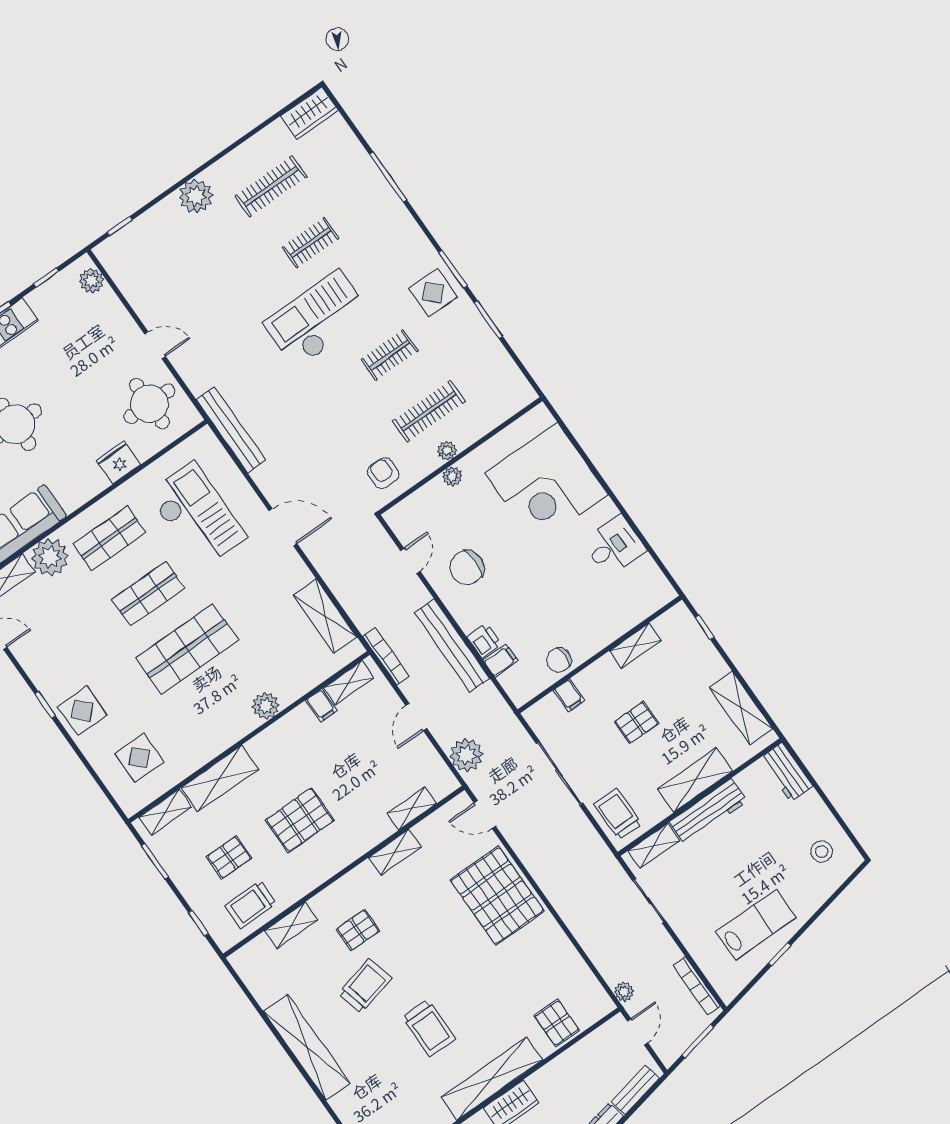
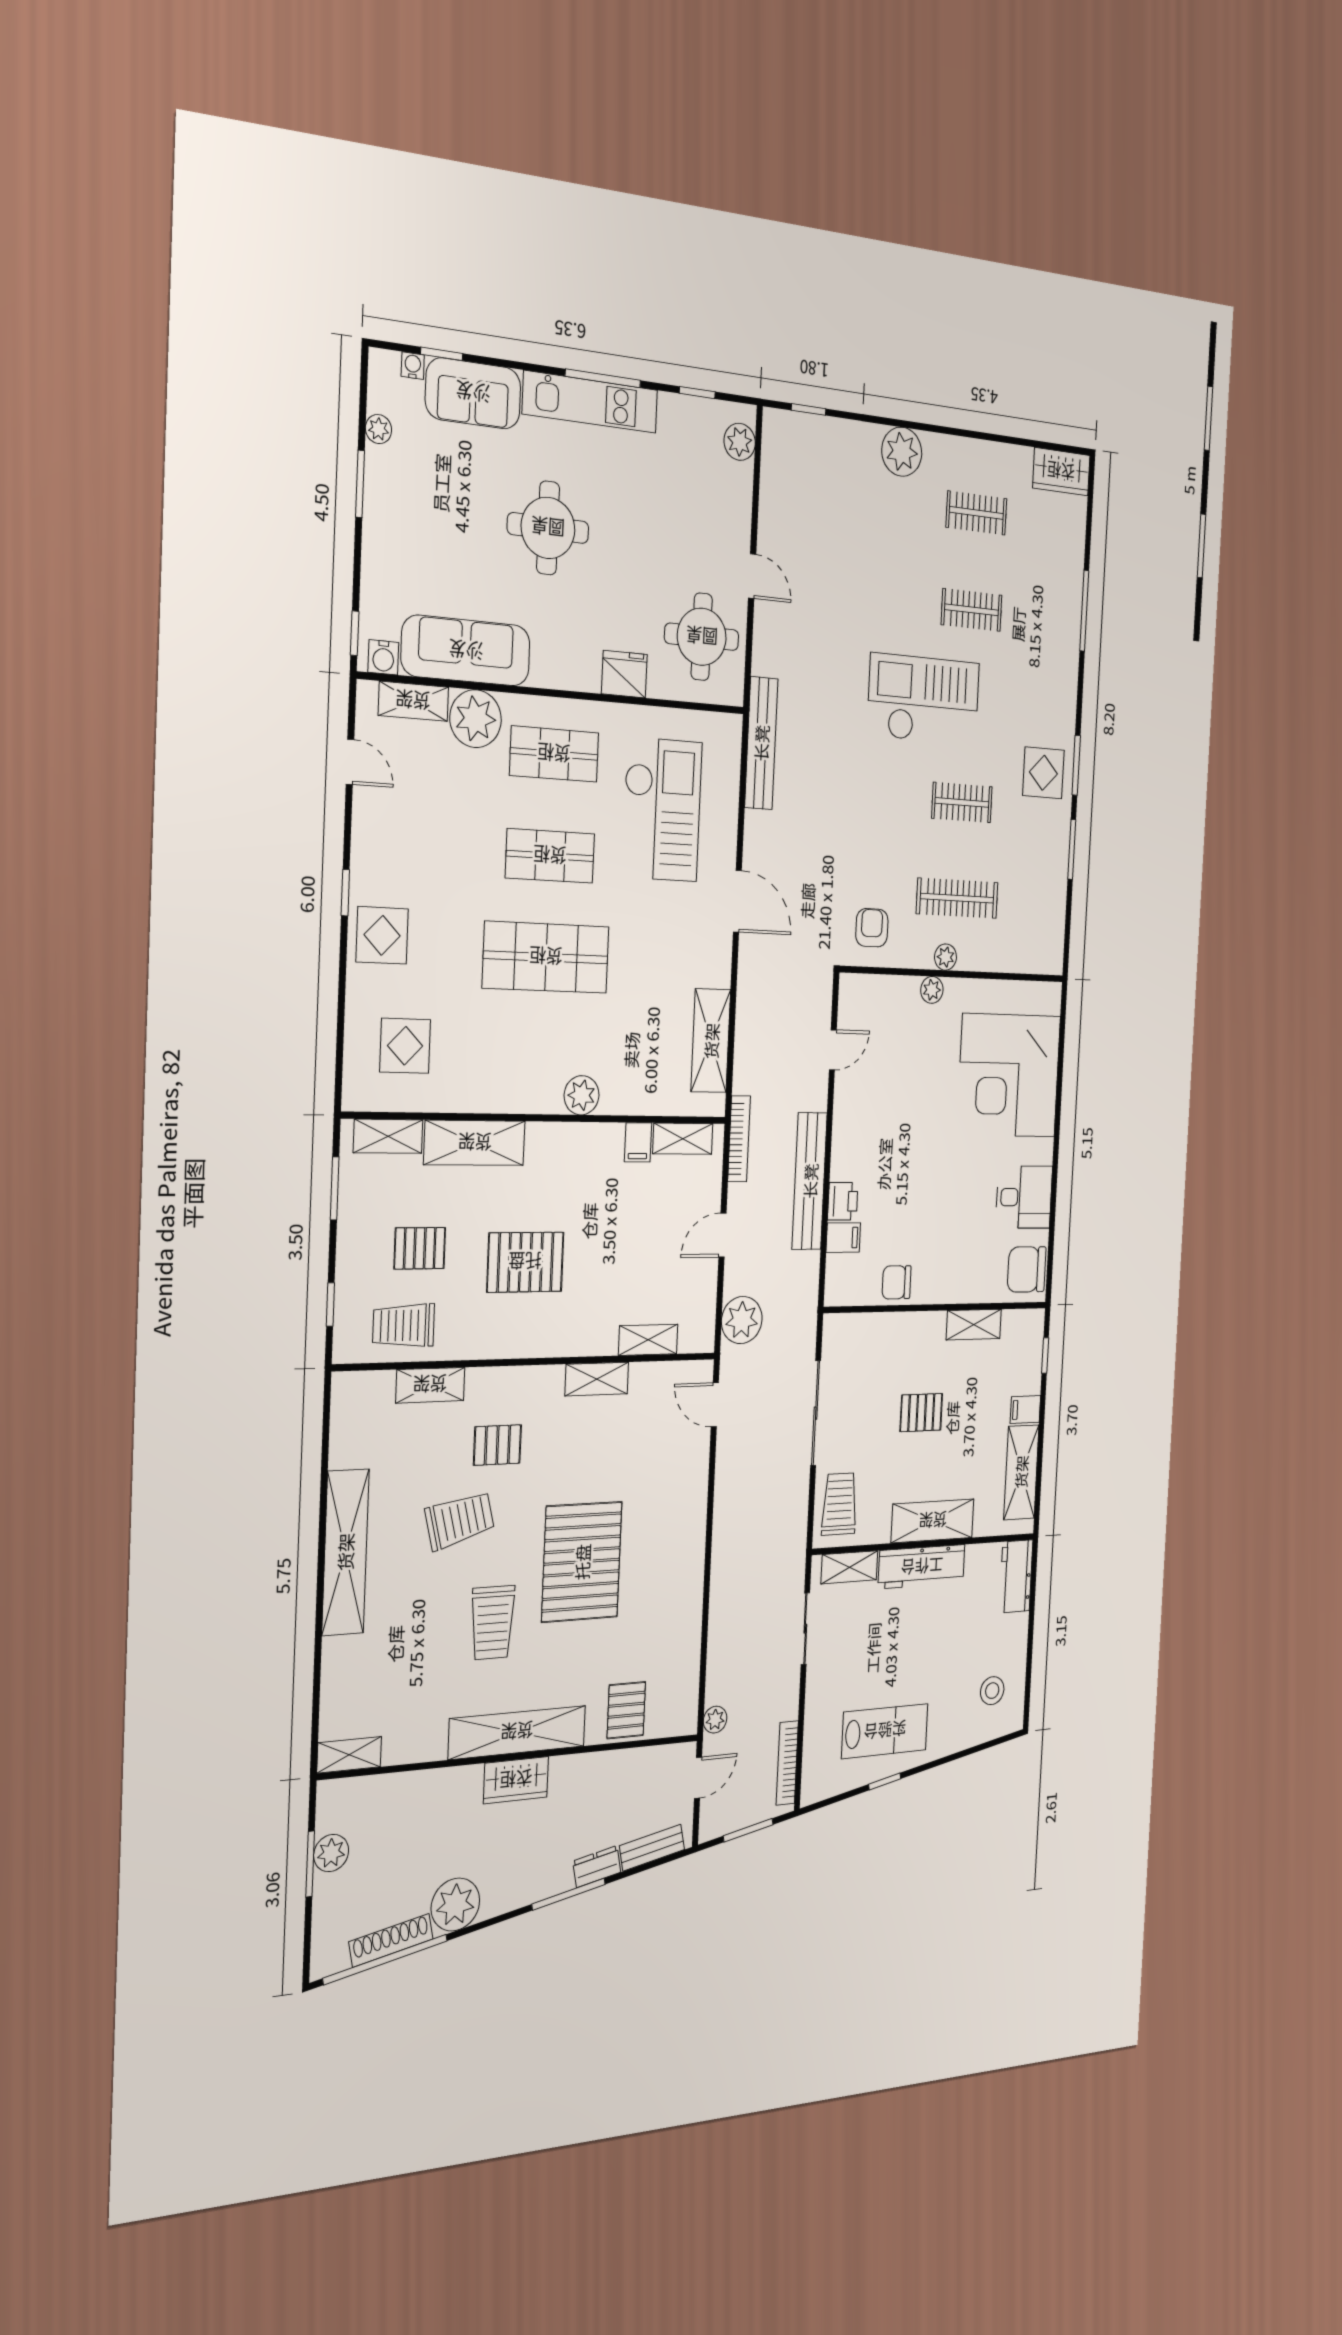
clothes rail: (271, 186) -> (976, 513), width x0.73
chair: (467, 568) -> (1027, 1269), moved
filing cabinet: (569, 695) -> (1025, 1410), moved, turned 90
pallet: (497, 896) -> (582, 1562), moved

